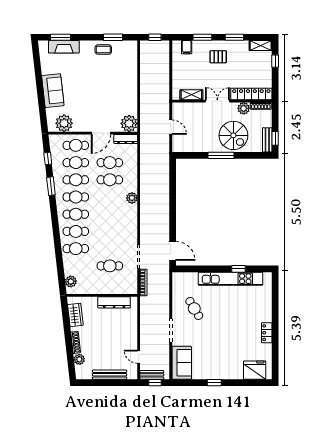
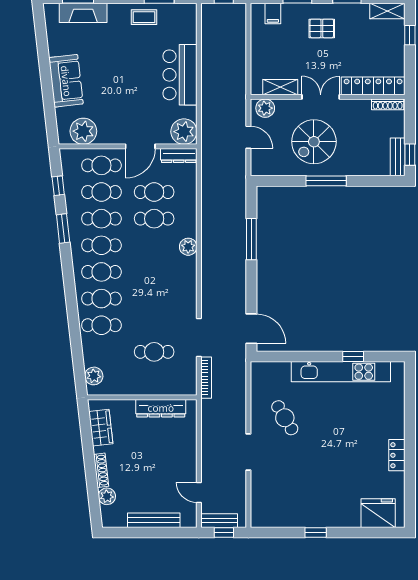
bar counter: (127, 87) -> (180, 75), added
plant: (244, 108) -> (265, 108), moved
spiral stairs: (233, 135) -> (314, 142), moved, turned 90
window: (173, 193) -> (251, 239), added
sofa: (182, 363) -> (265, 502), removed

